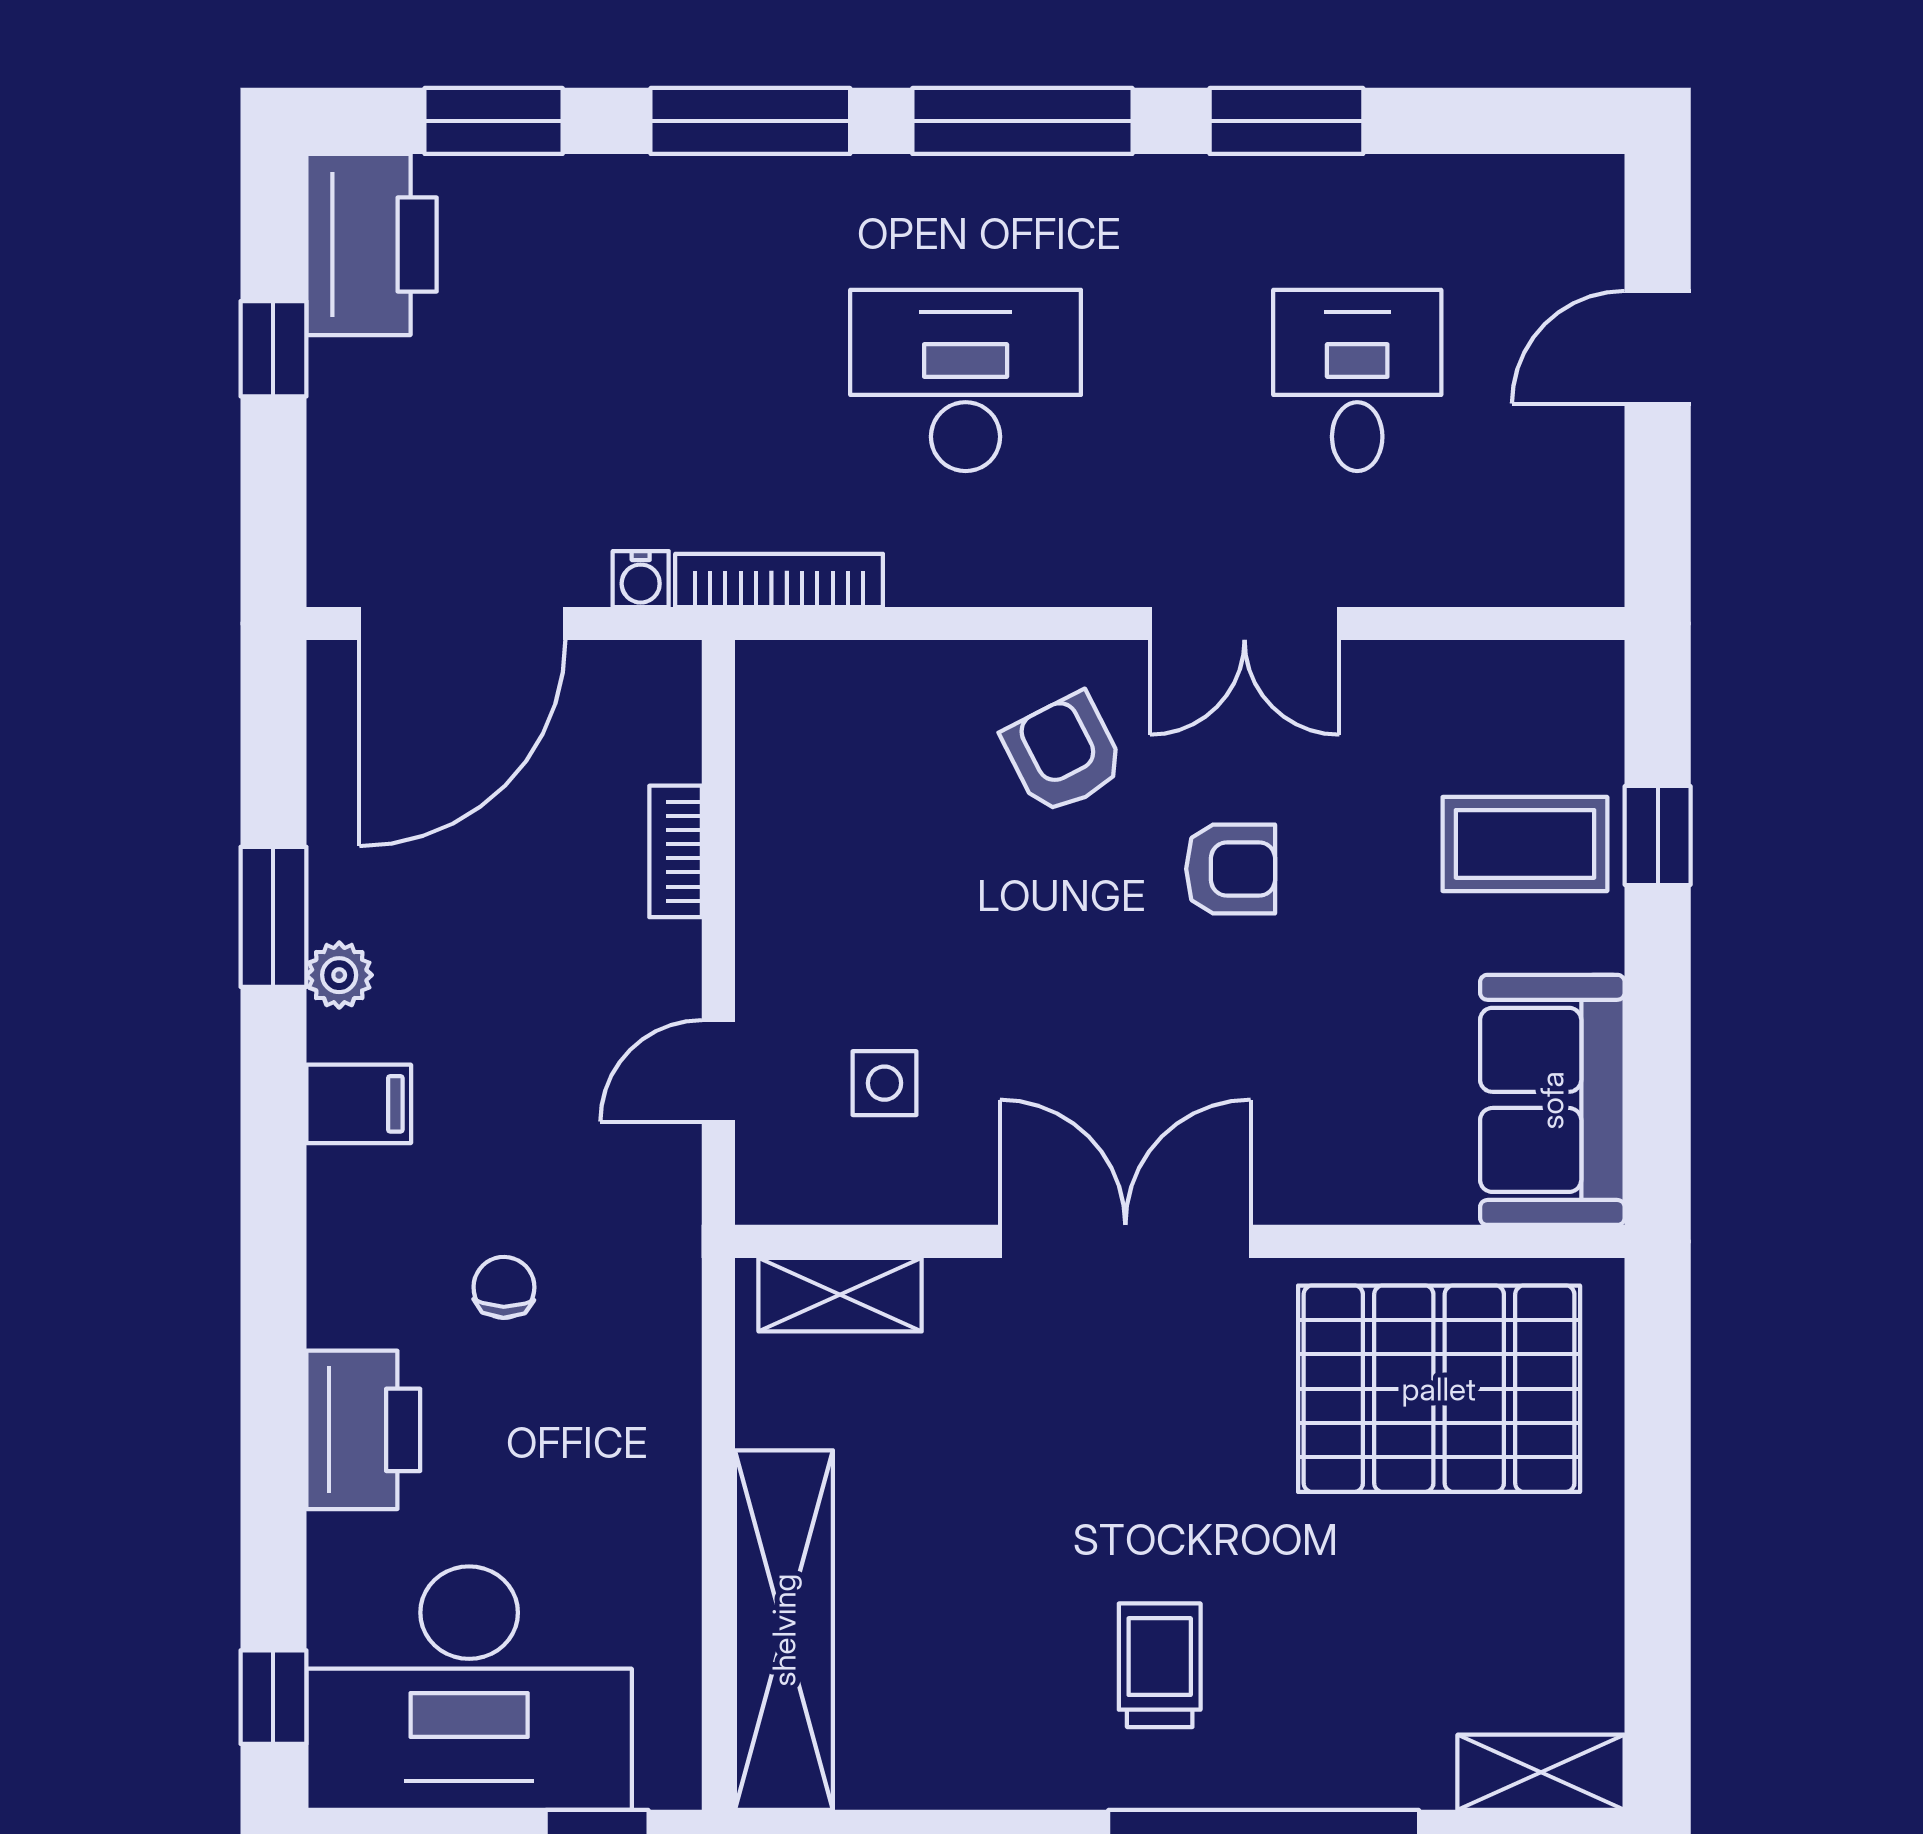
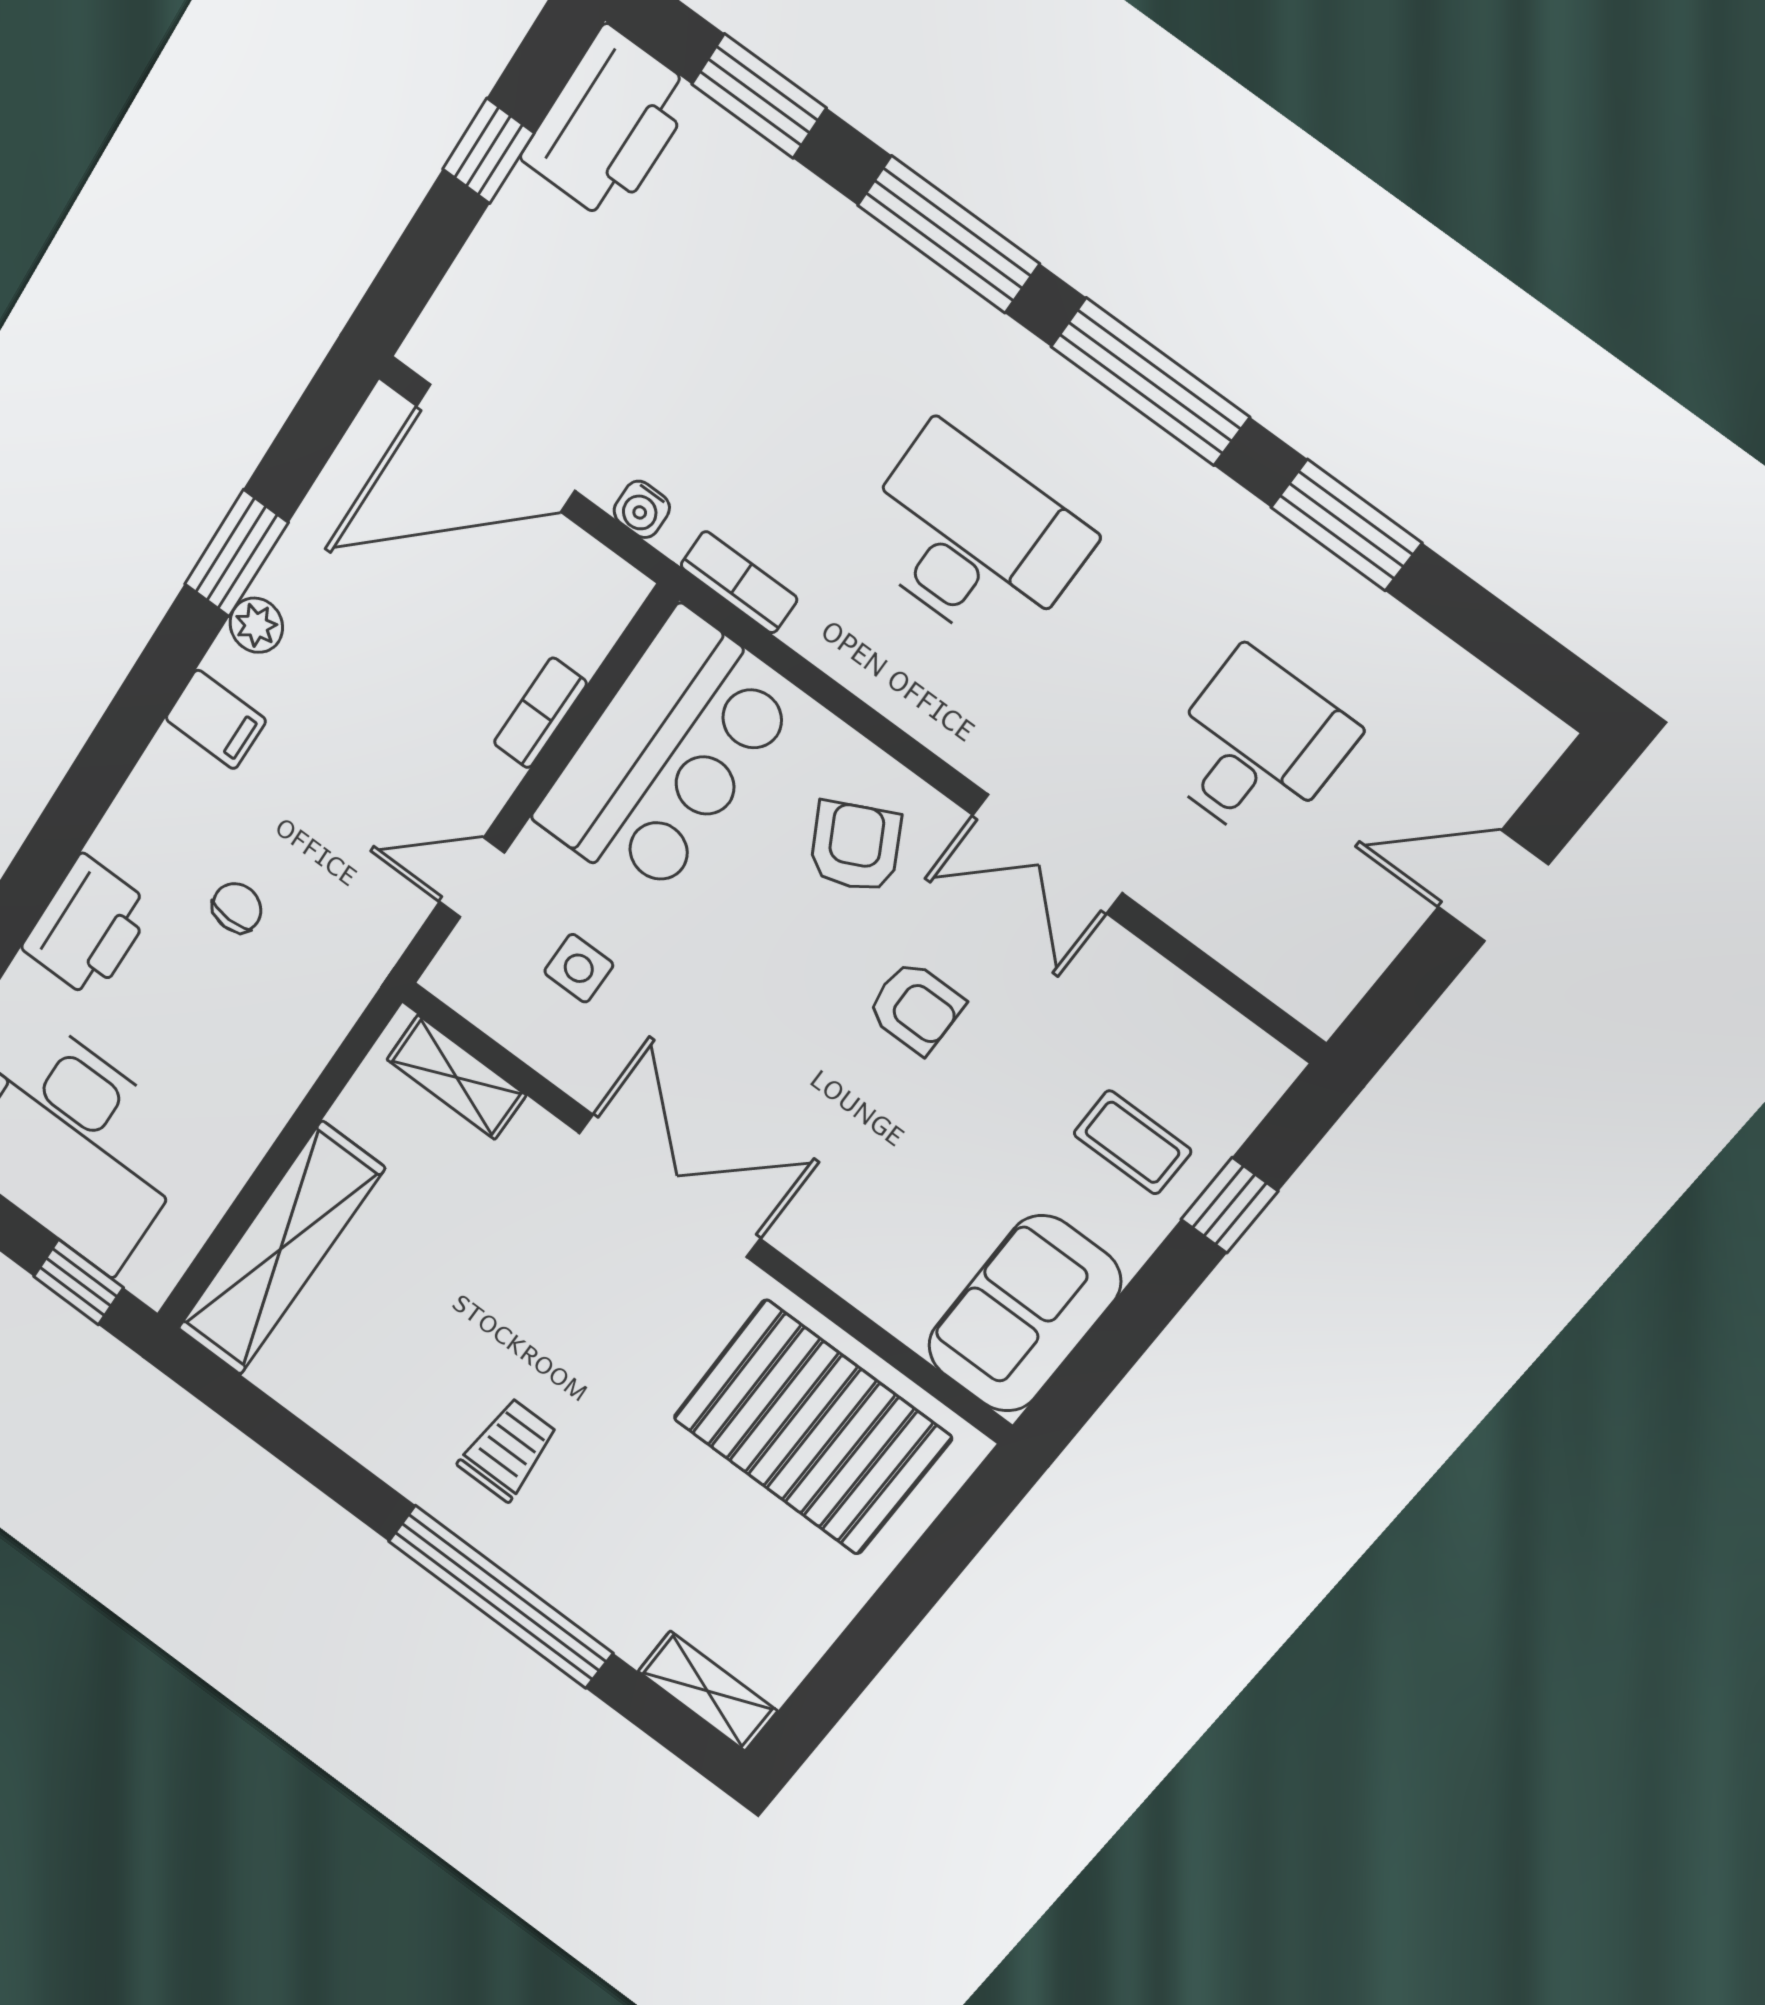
bookcase: (779, 580) -> (739, 582), width x0.64
bar counter: (825, 803) -> (666, 757), added
coffee table: (1525, 844) -> (1132, 1142), width x0.73, depth x0.77

